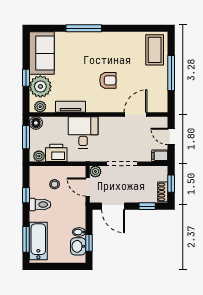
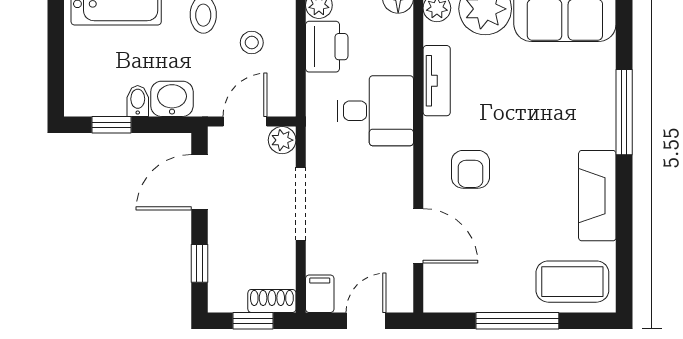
fireplace: (119, 39) -> (597, 196), added
armchair: (108, 80) -> (470, 169), moved
shoe rack: (163, 192) -> (272, 301), moved
washbasin: (78, 246) -> (172, 99), moved

